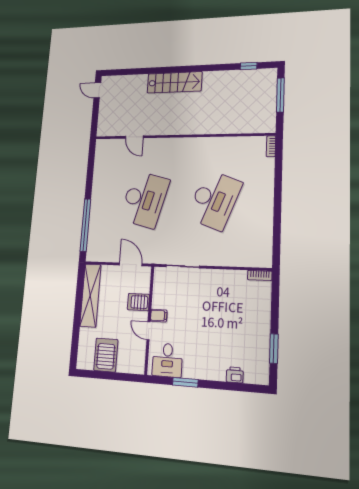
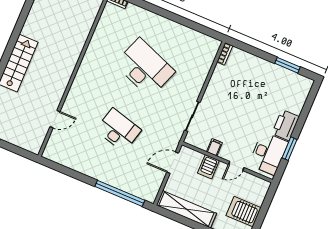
desk: (144, 199) -> (118, 130), width x0.73, depth x0.77
filing cabinet: (159, 316) -> (214, 147), moved
desk: (167, 360) -> (268, 153), width x1.37
printer: (235, 375) -> (286, 125), moved, width x1.87, depth x1.48

